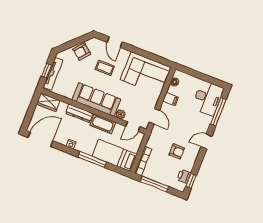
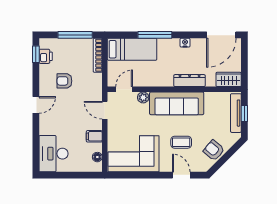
armchair: (82, 51) -> (214, 150), turned -89
window: (218, 112) -> (36, 143), removed
cot: (103, 124) -> (159, 79), removed

